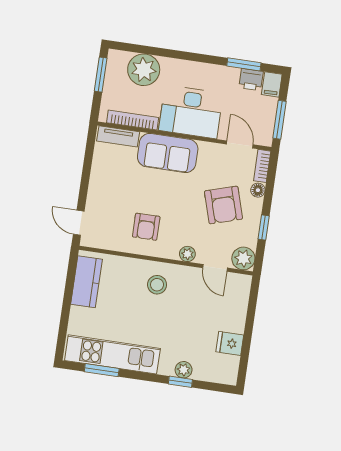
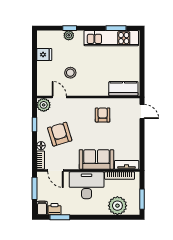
plant: (187, 254) -> (76, 103), removed
kitchen counter: (87, 282) -> (123, 89), moved, turned 90
stool: (157, 285) -> (70, 73), moved

